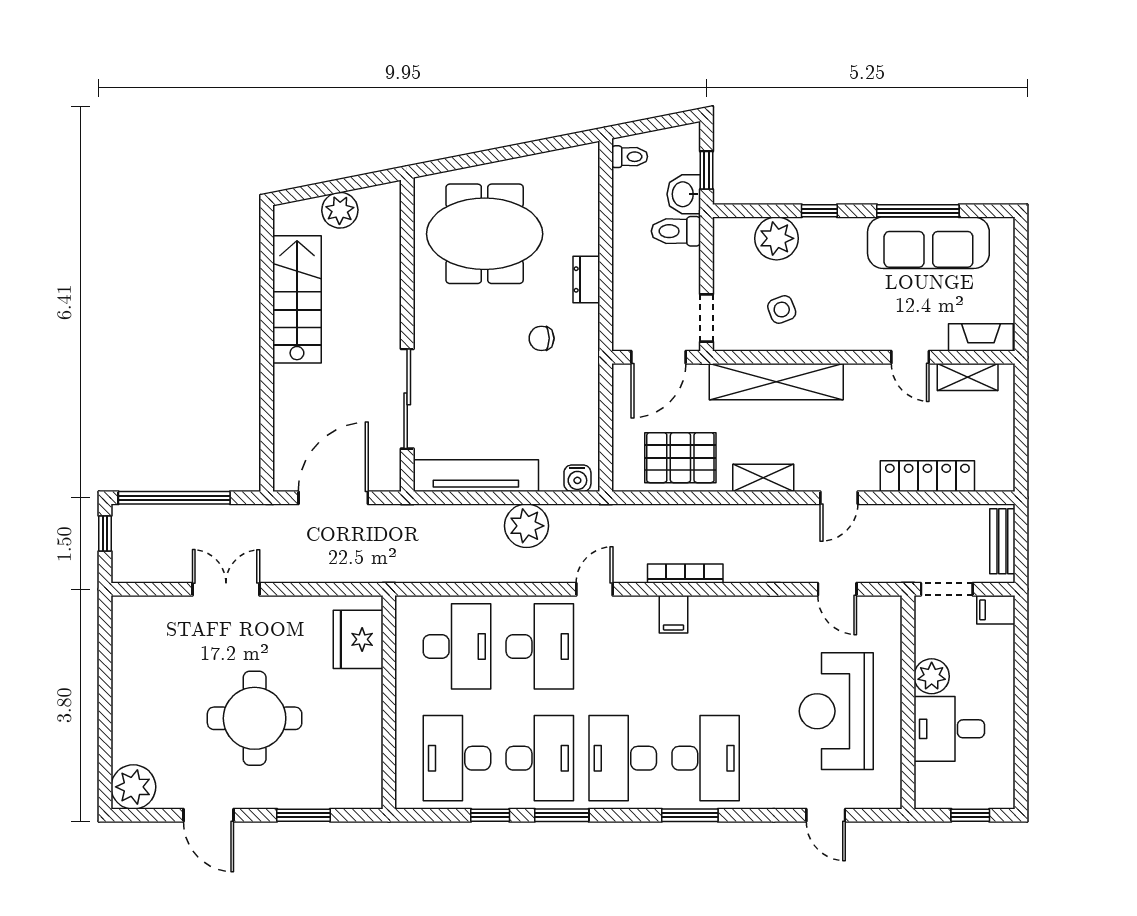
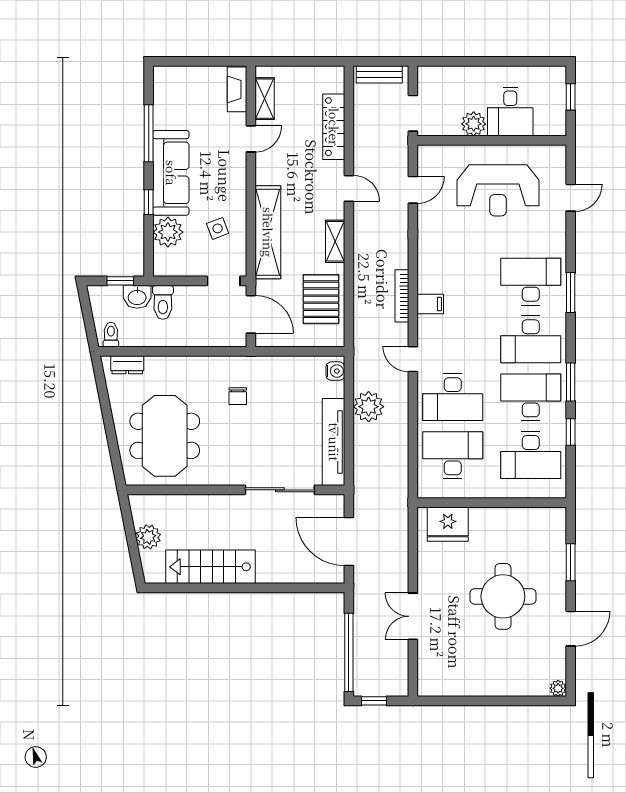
sofa: (928, 243) -> (171, 173), moved
dresser: (586, 280) -> (127, 365), moved
filing cabinet: (996, 610) -> (427, 79), removed
desk: (540, 646) -> (453, 397), turned 180
plant: (133, 787) -> (558, 688), width x0.53, depth x0.53

